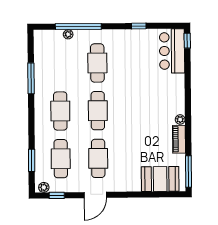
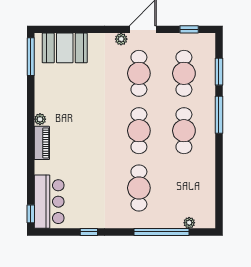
plant: (68, 34) -> (189, 223), moved
window: (31, 78) -> (219, 115), moved
piano: (179, 139) -> (42, 143), moved
plant: (44, 187) -> (121, 39), moved

